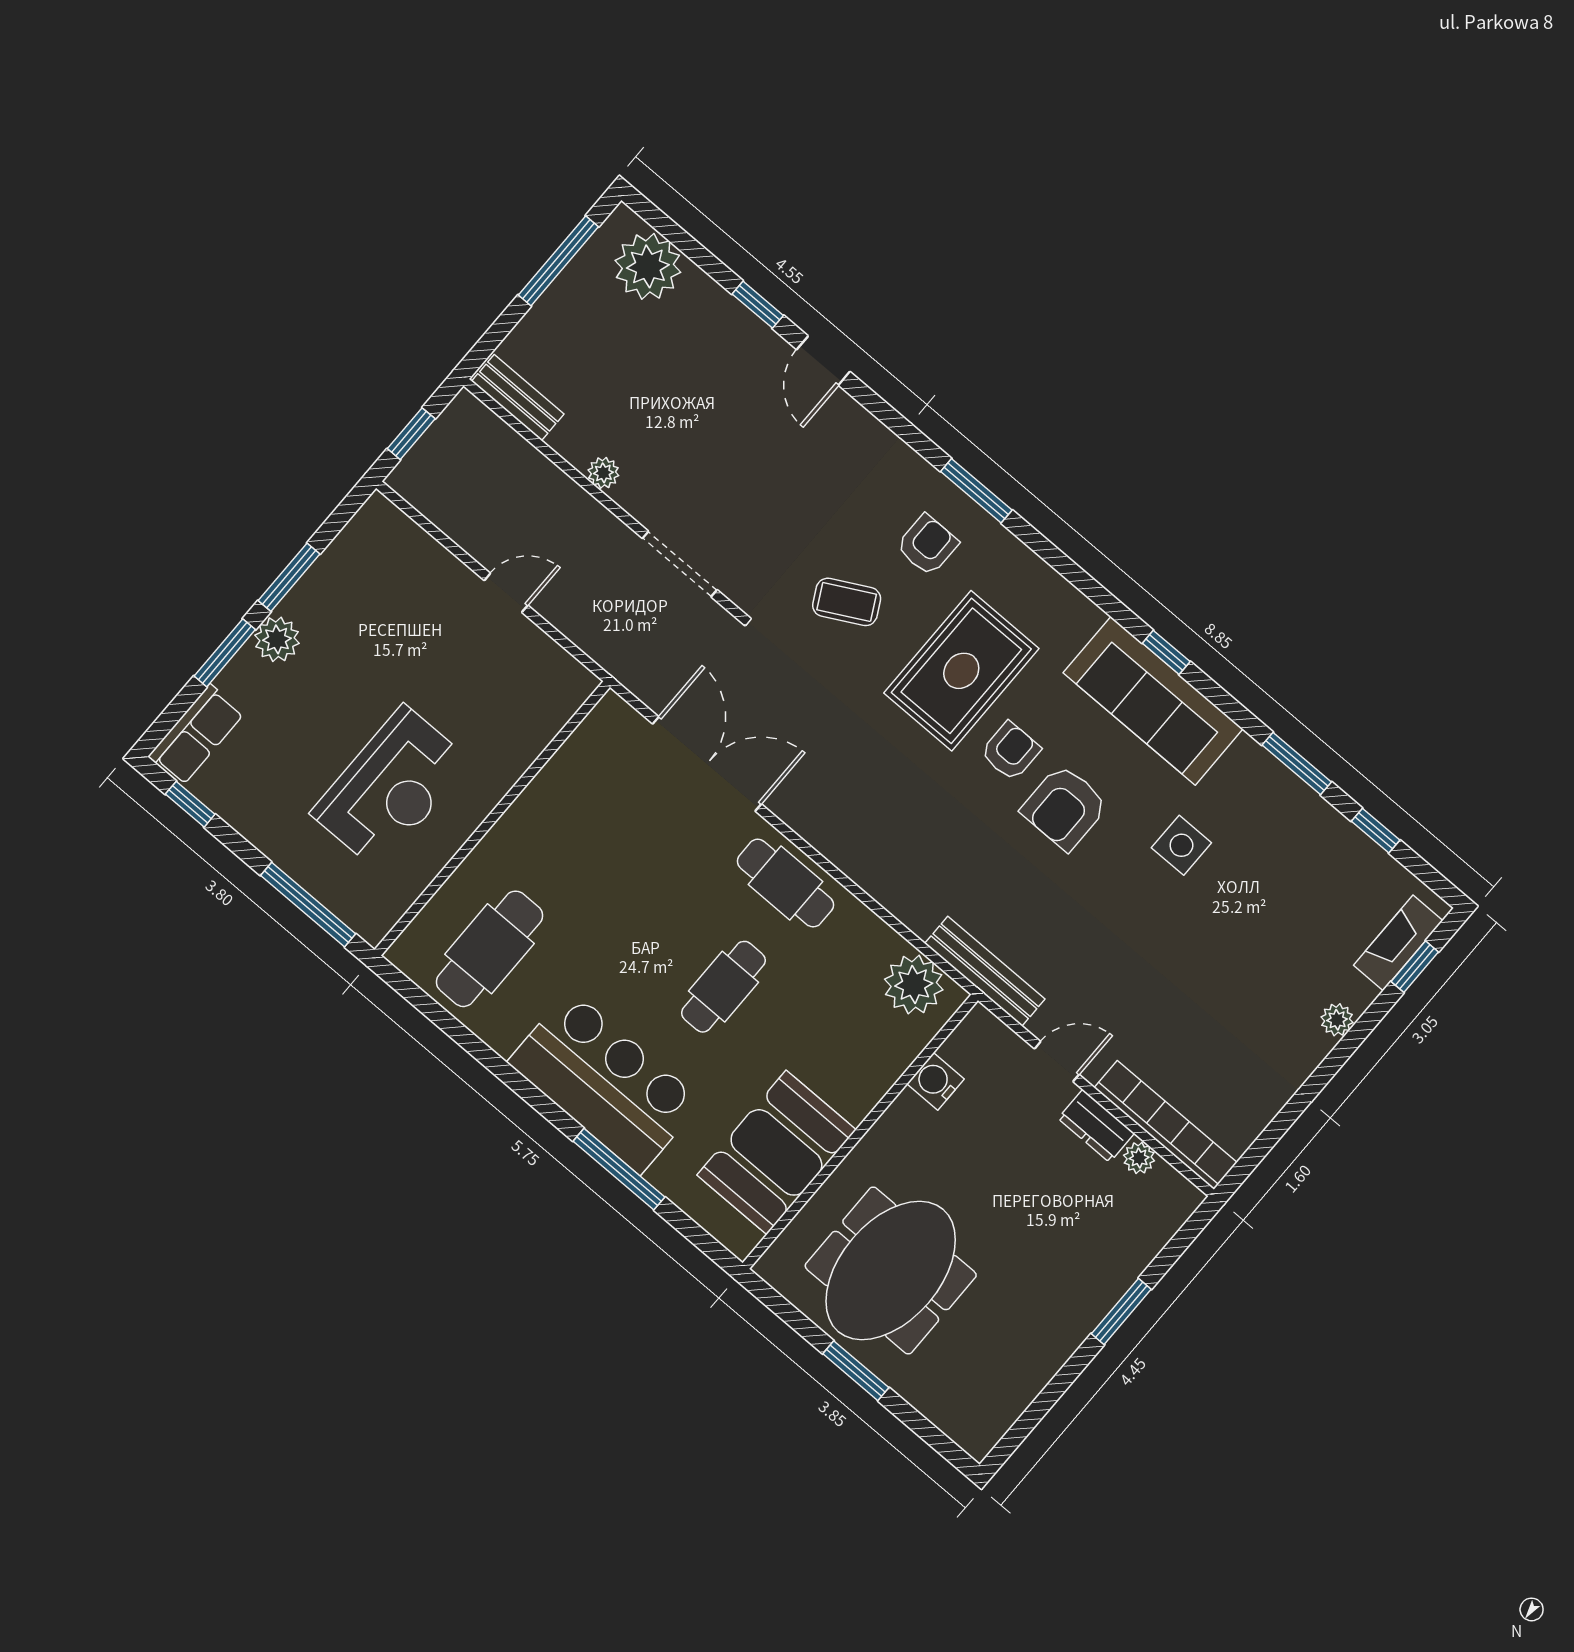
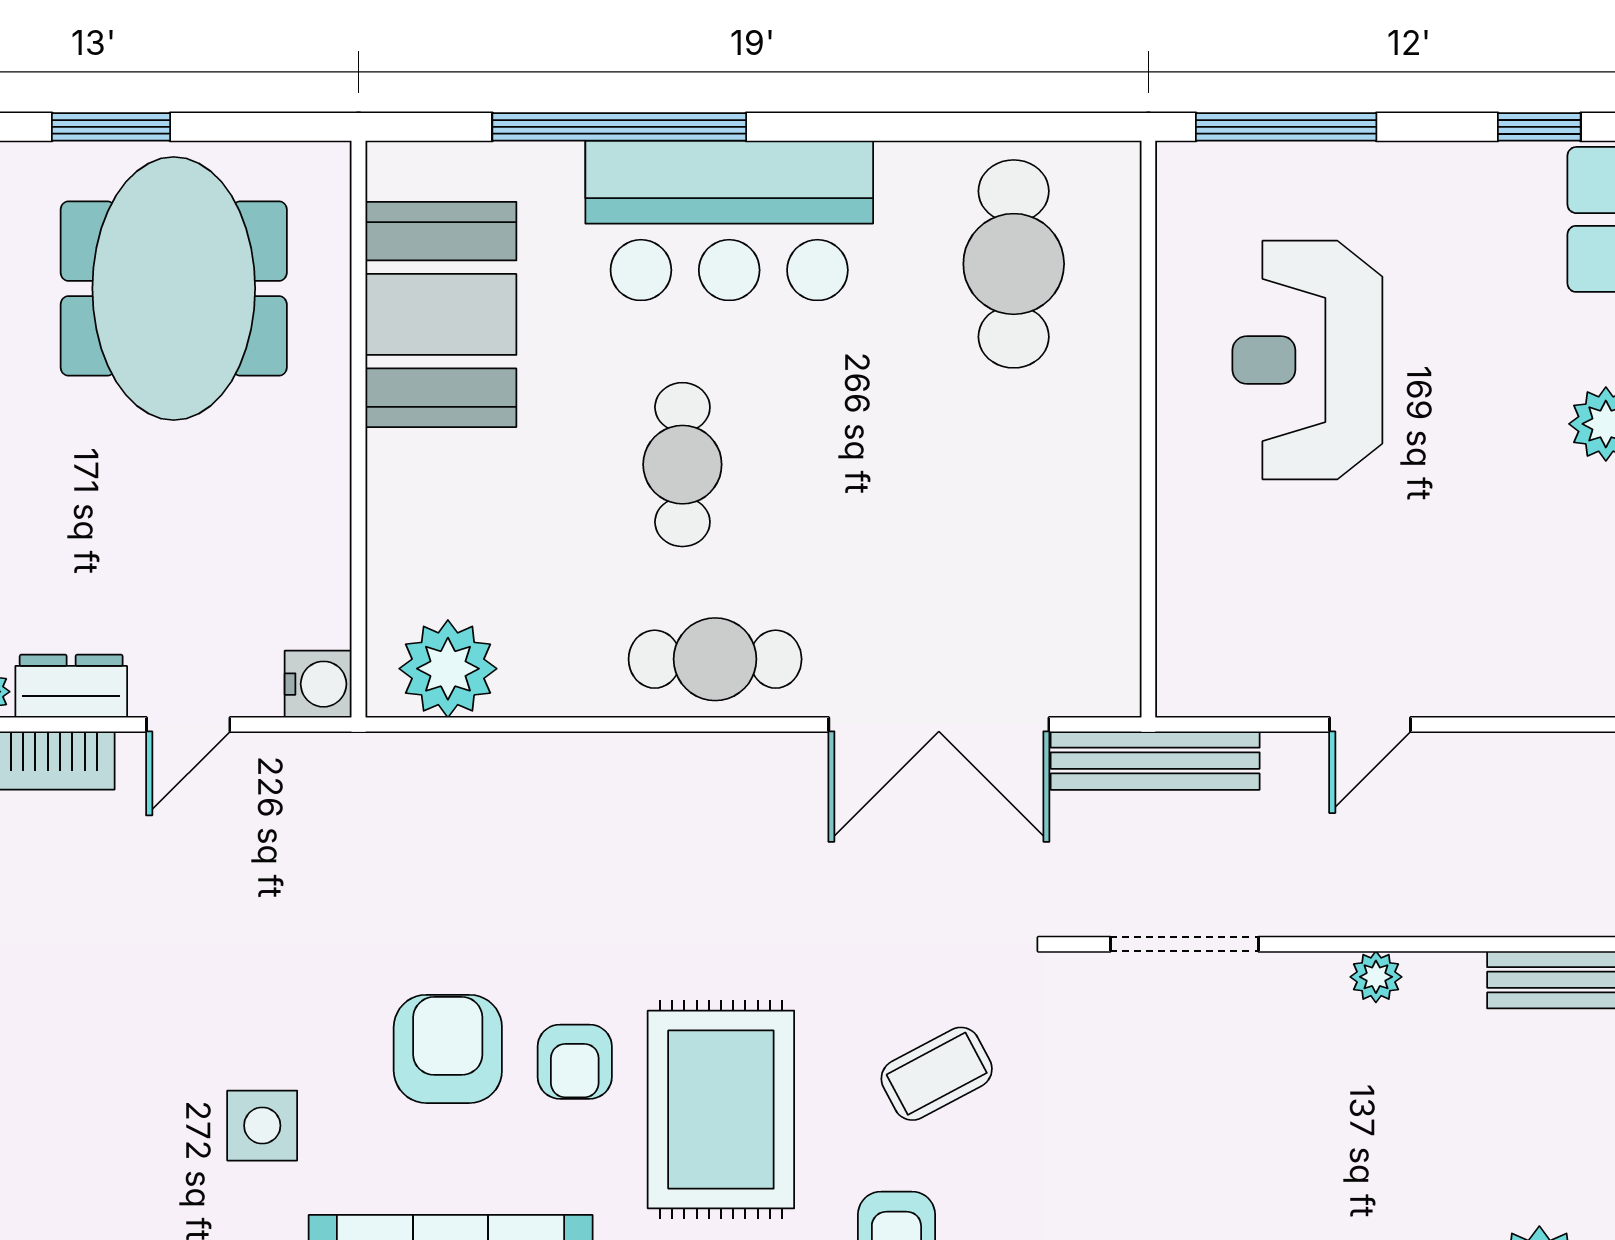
bench: (985, 971) -> (1155, 761), moved
water cooler: (936, 1081) -> (318, 684), moved
window: (619, 1169) -> (619, 127), width x1.46

